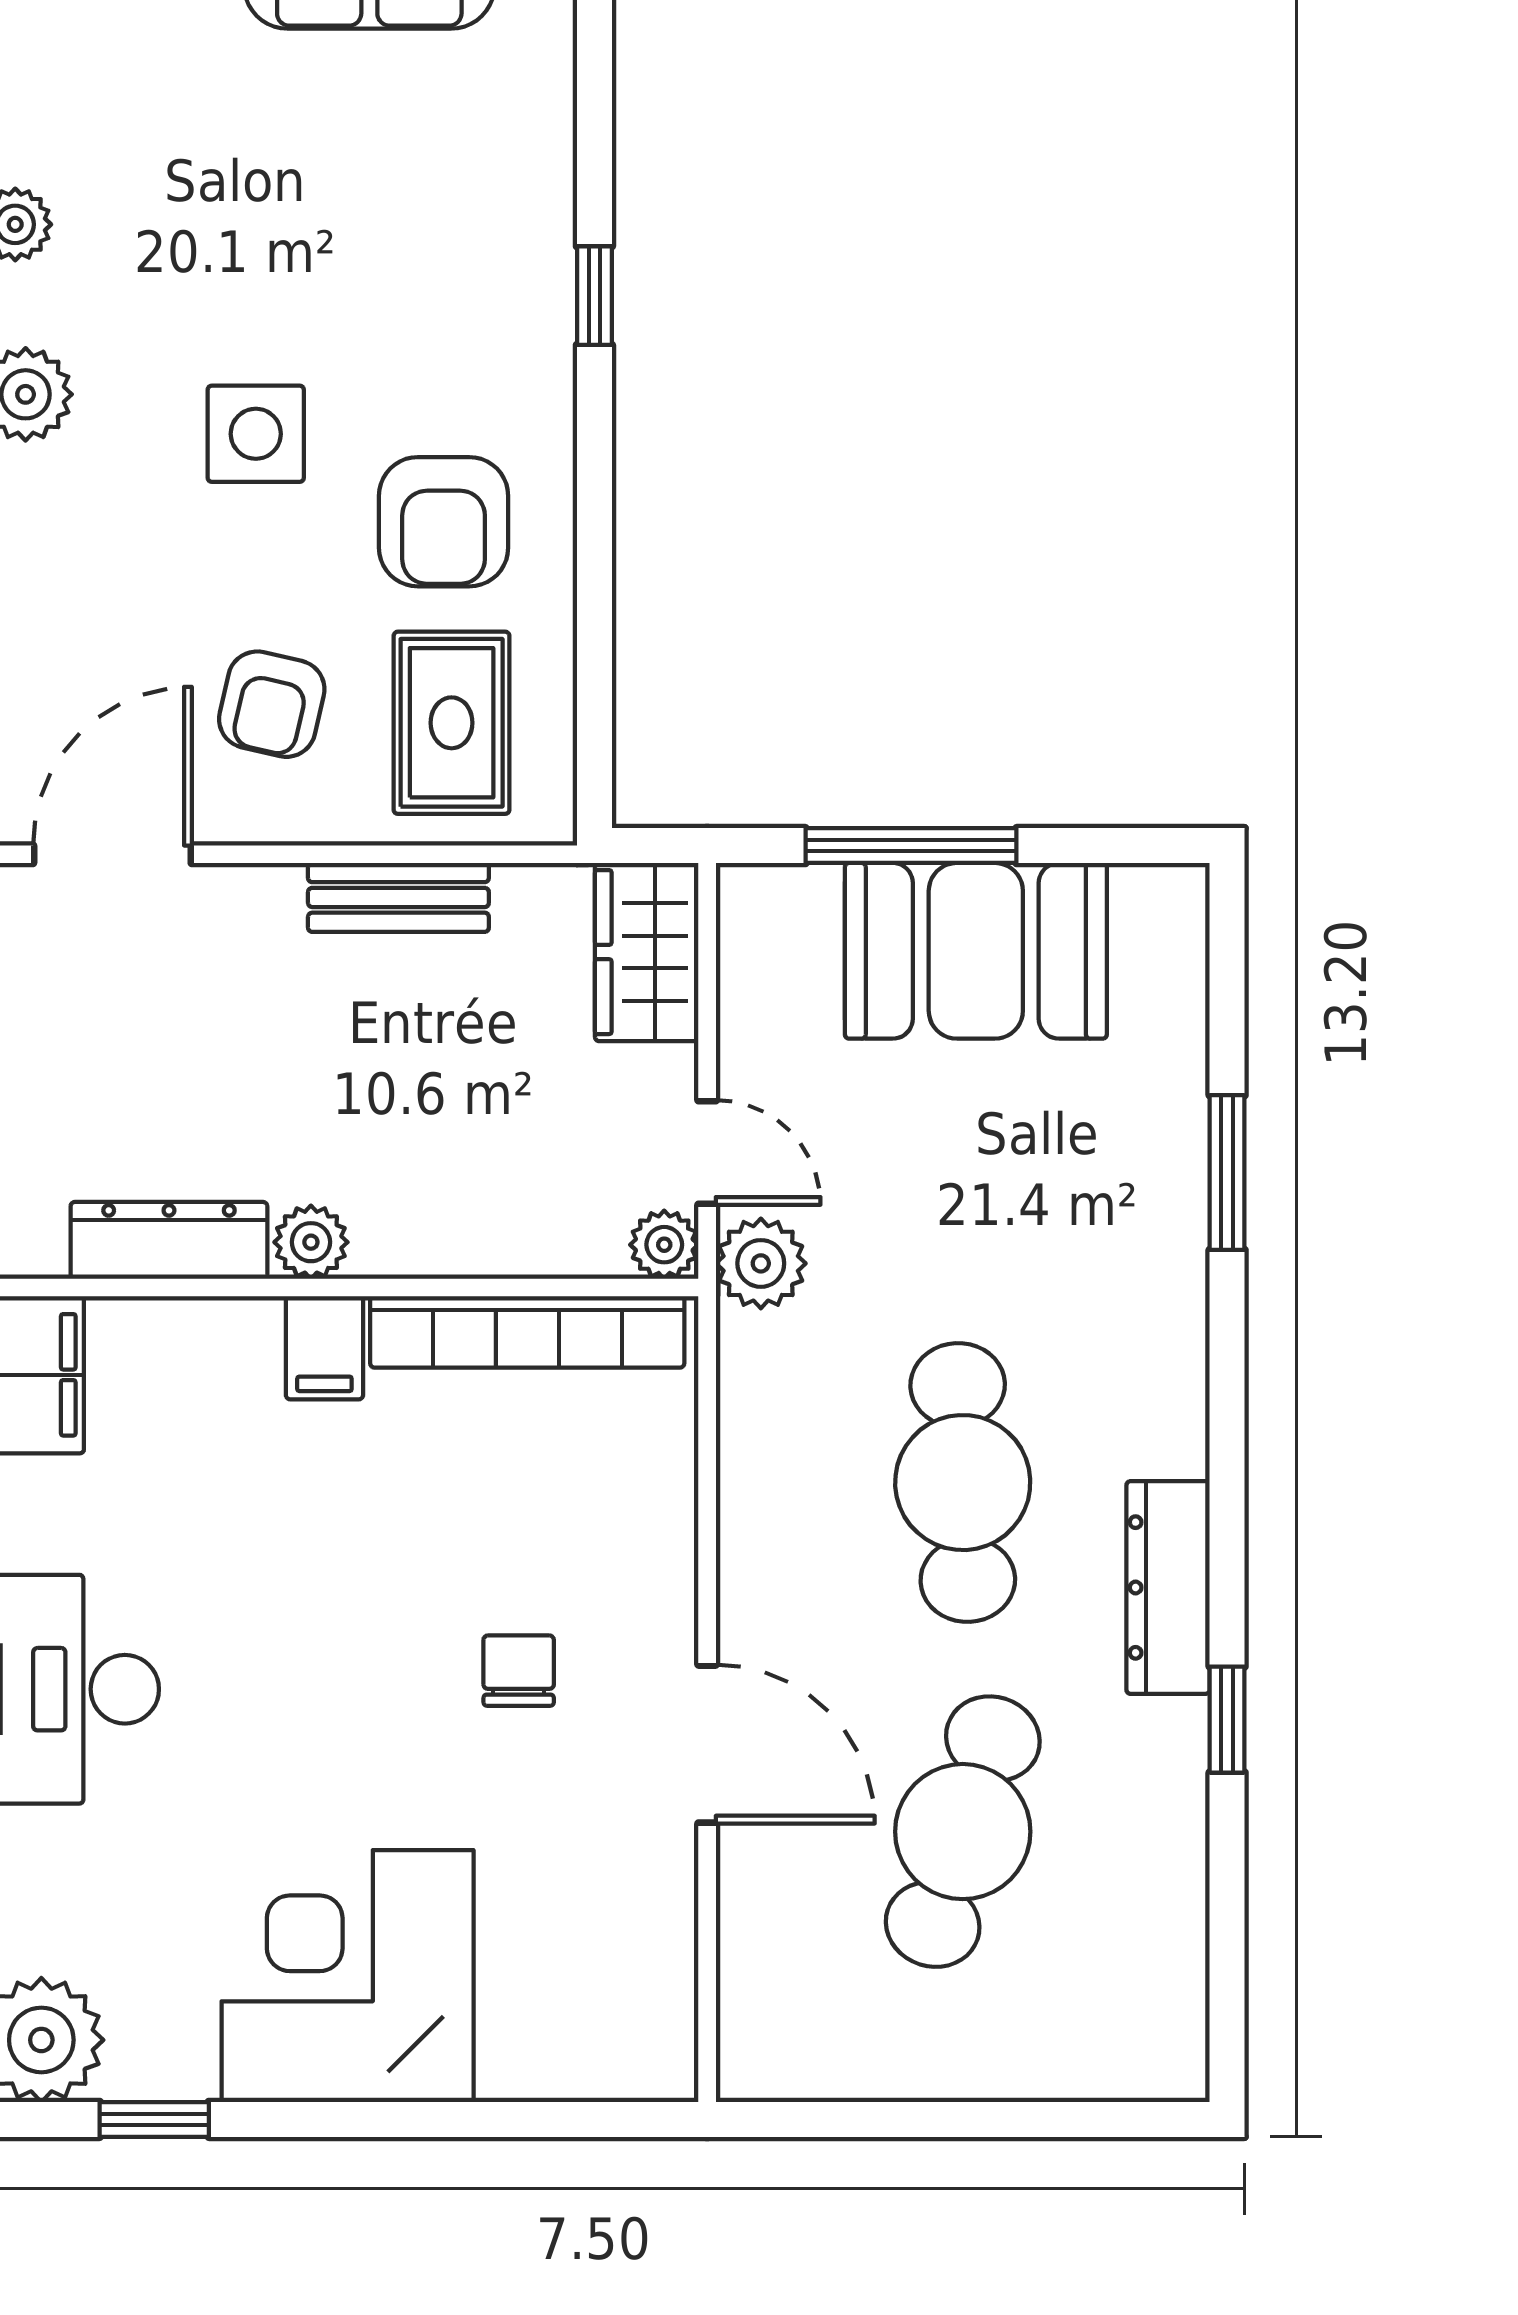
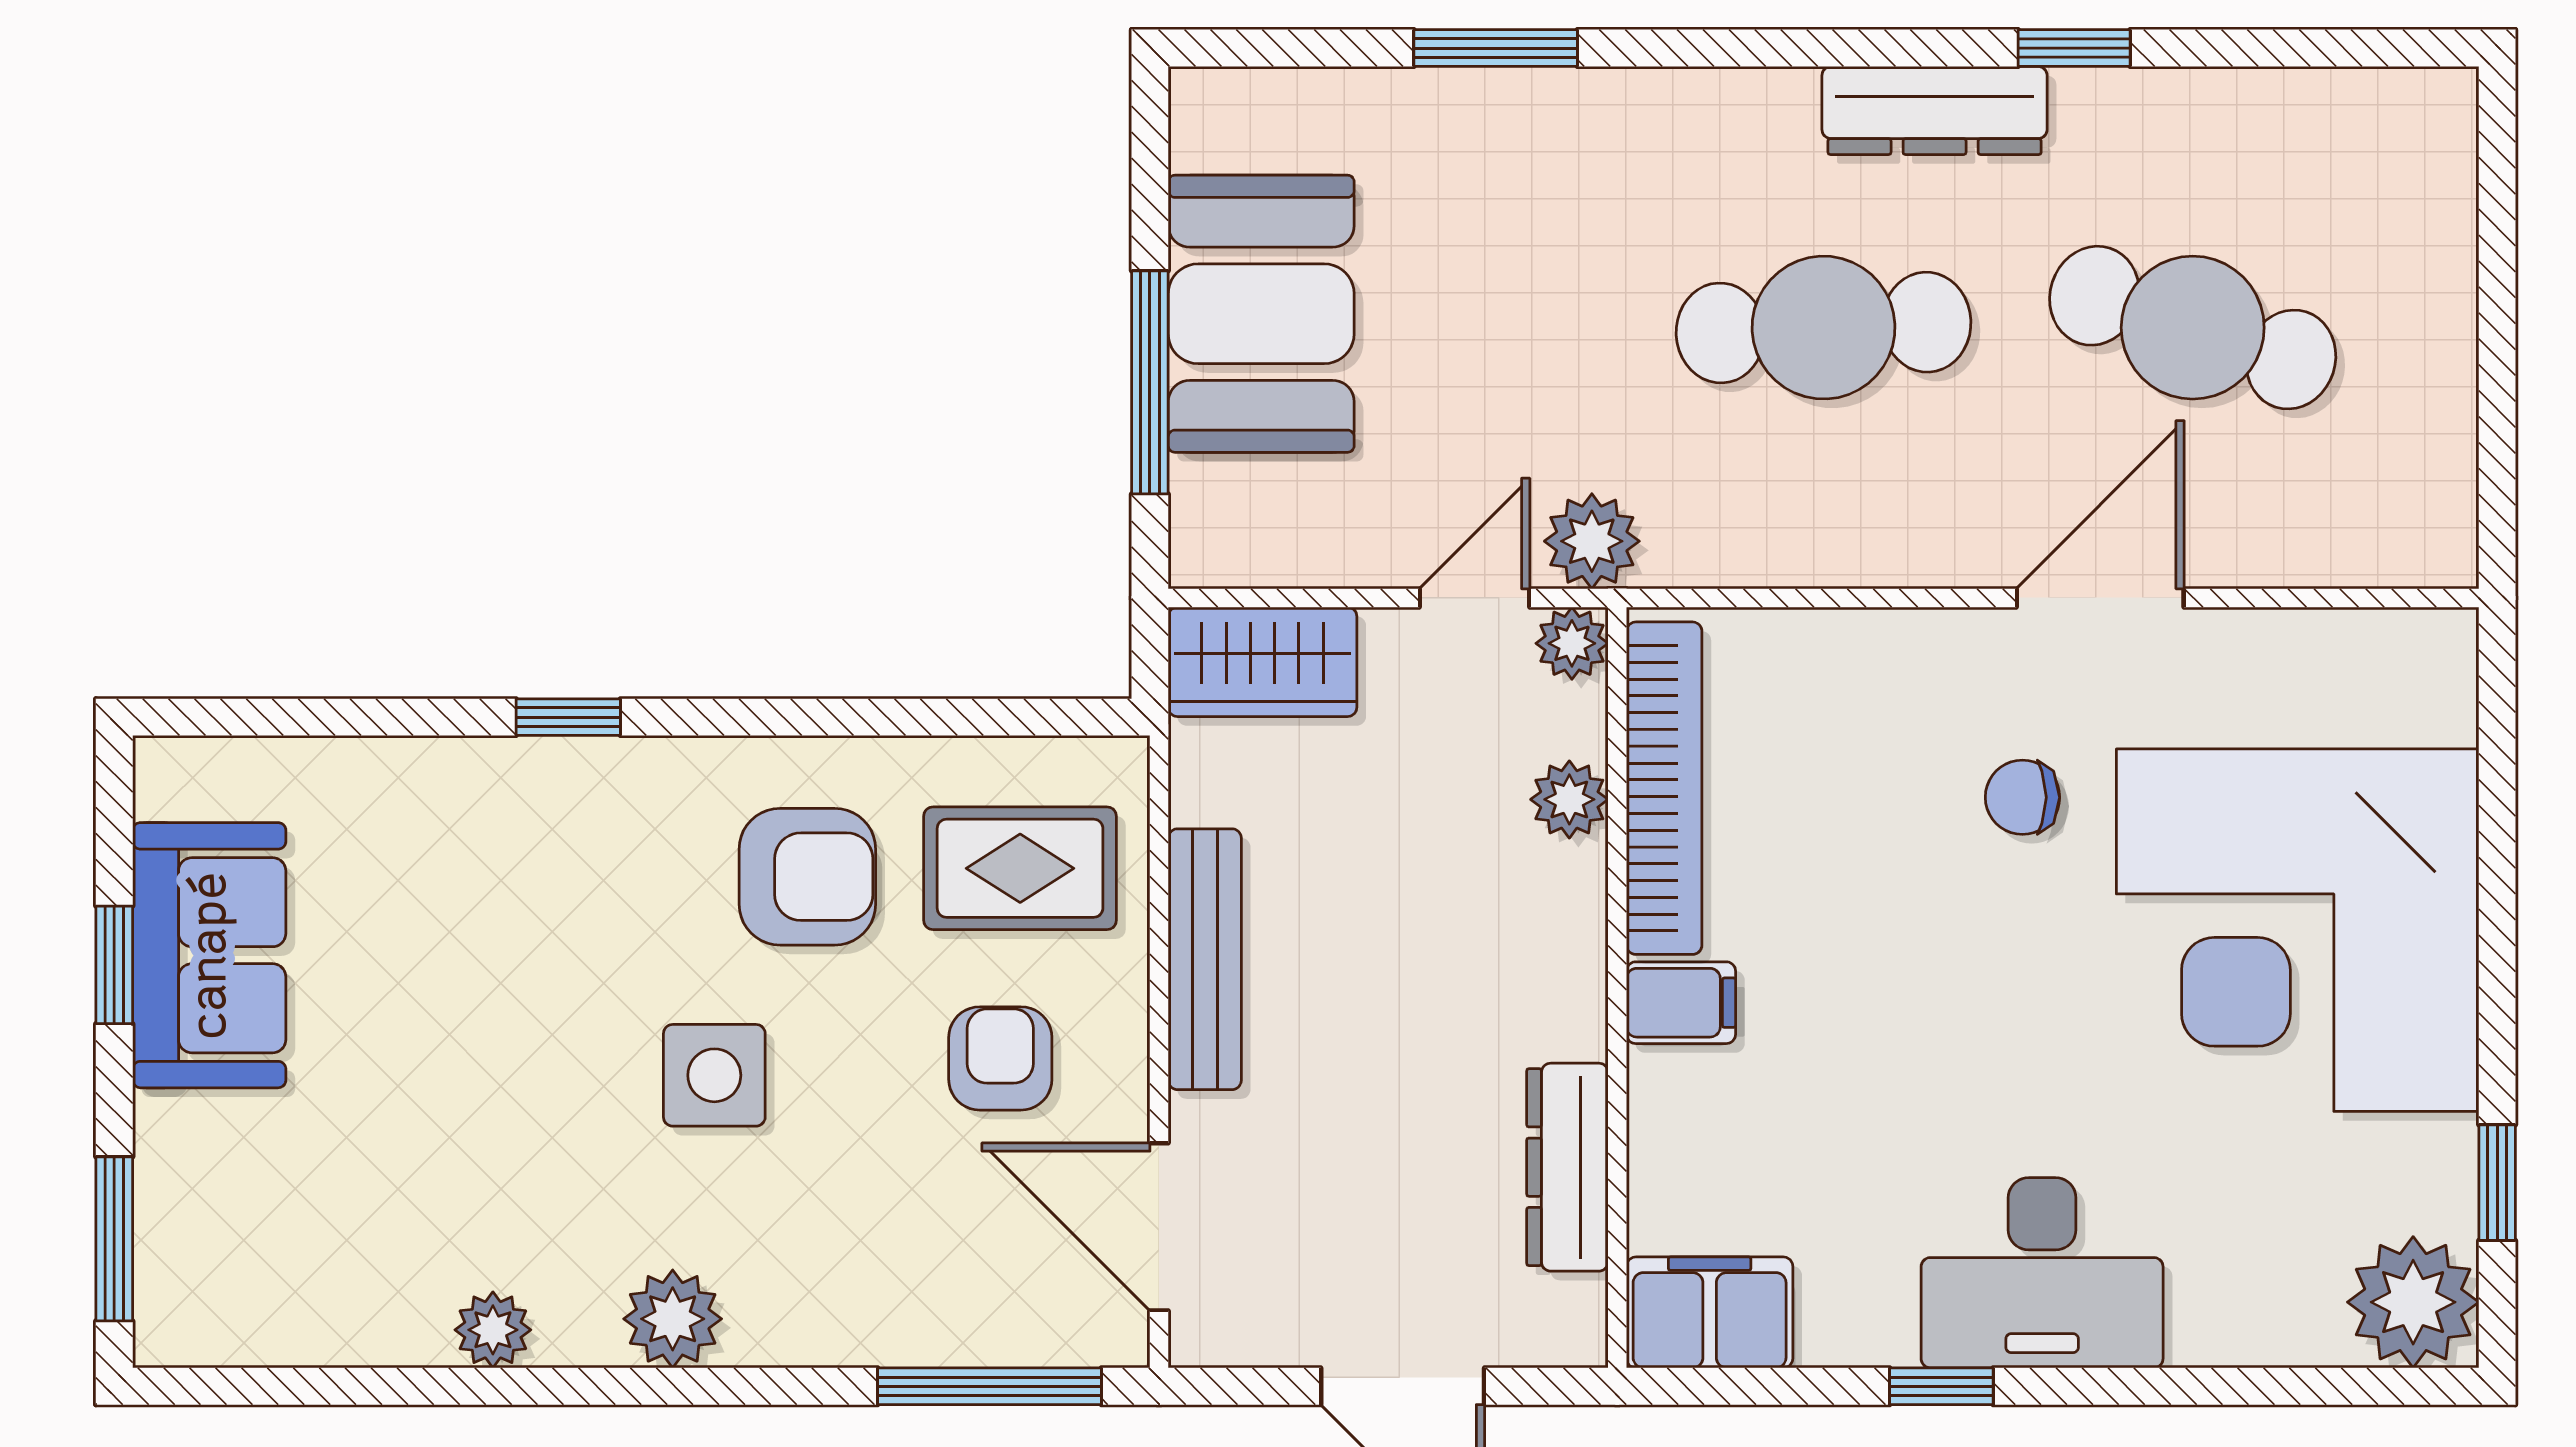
armchair: (272, 704) -> (1000, 1058), turned -103
bench: (398, 897) -> (1205, 959), width x1.36
plant: (311, 1242) -> (1569, 799), moved
corner desk: (348, 1976) -> (2298, 930), width x1.36, depth x1.36

